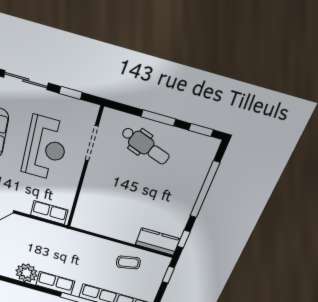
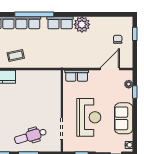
dental chair: (145, 146) -> (30, 136), turned -36
reception desk: (45, 148) -> (89, 117), turned 180

